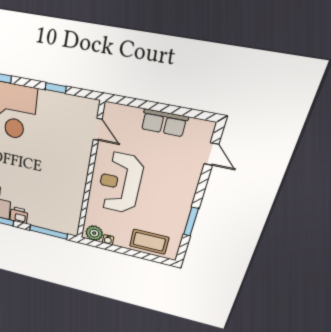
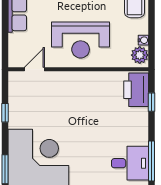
printer: (19, 215) -> (136, 90), moved, width x1.87, depth x1.48
window: (48, 232) -> (151, 102), width x0.46

